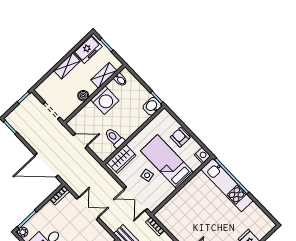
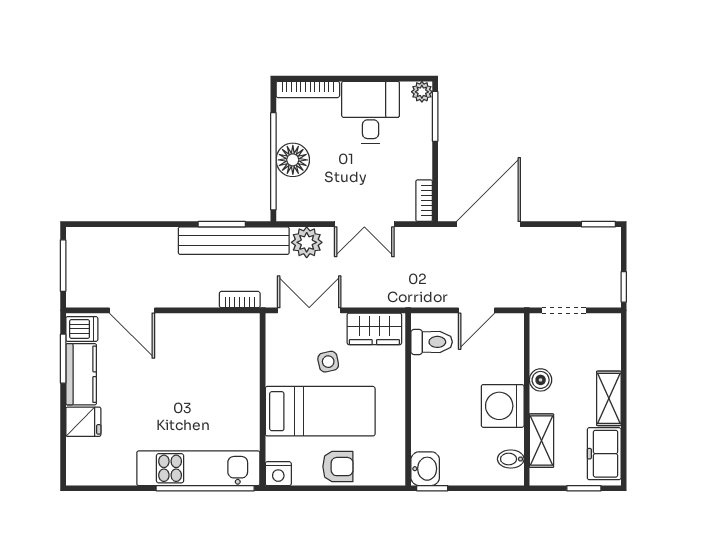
toilet: (115, 138) -> (432, 342), moved
wardrobe: (122, 159) -> (374, 329), moved, turned -90
plant: (113, 222) -> (307, 242), added

